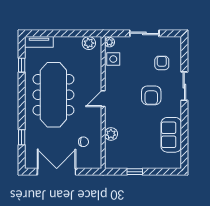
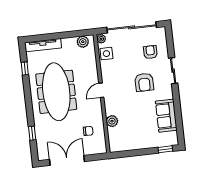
sliding door: (144, 33) -> (132, 27), width x1.86
tv unit: (39, 42) -> (43, 45), width x1.41
window: (135, 172) -> (165, 149), moved

